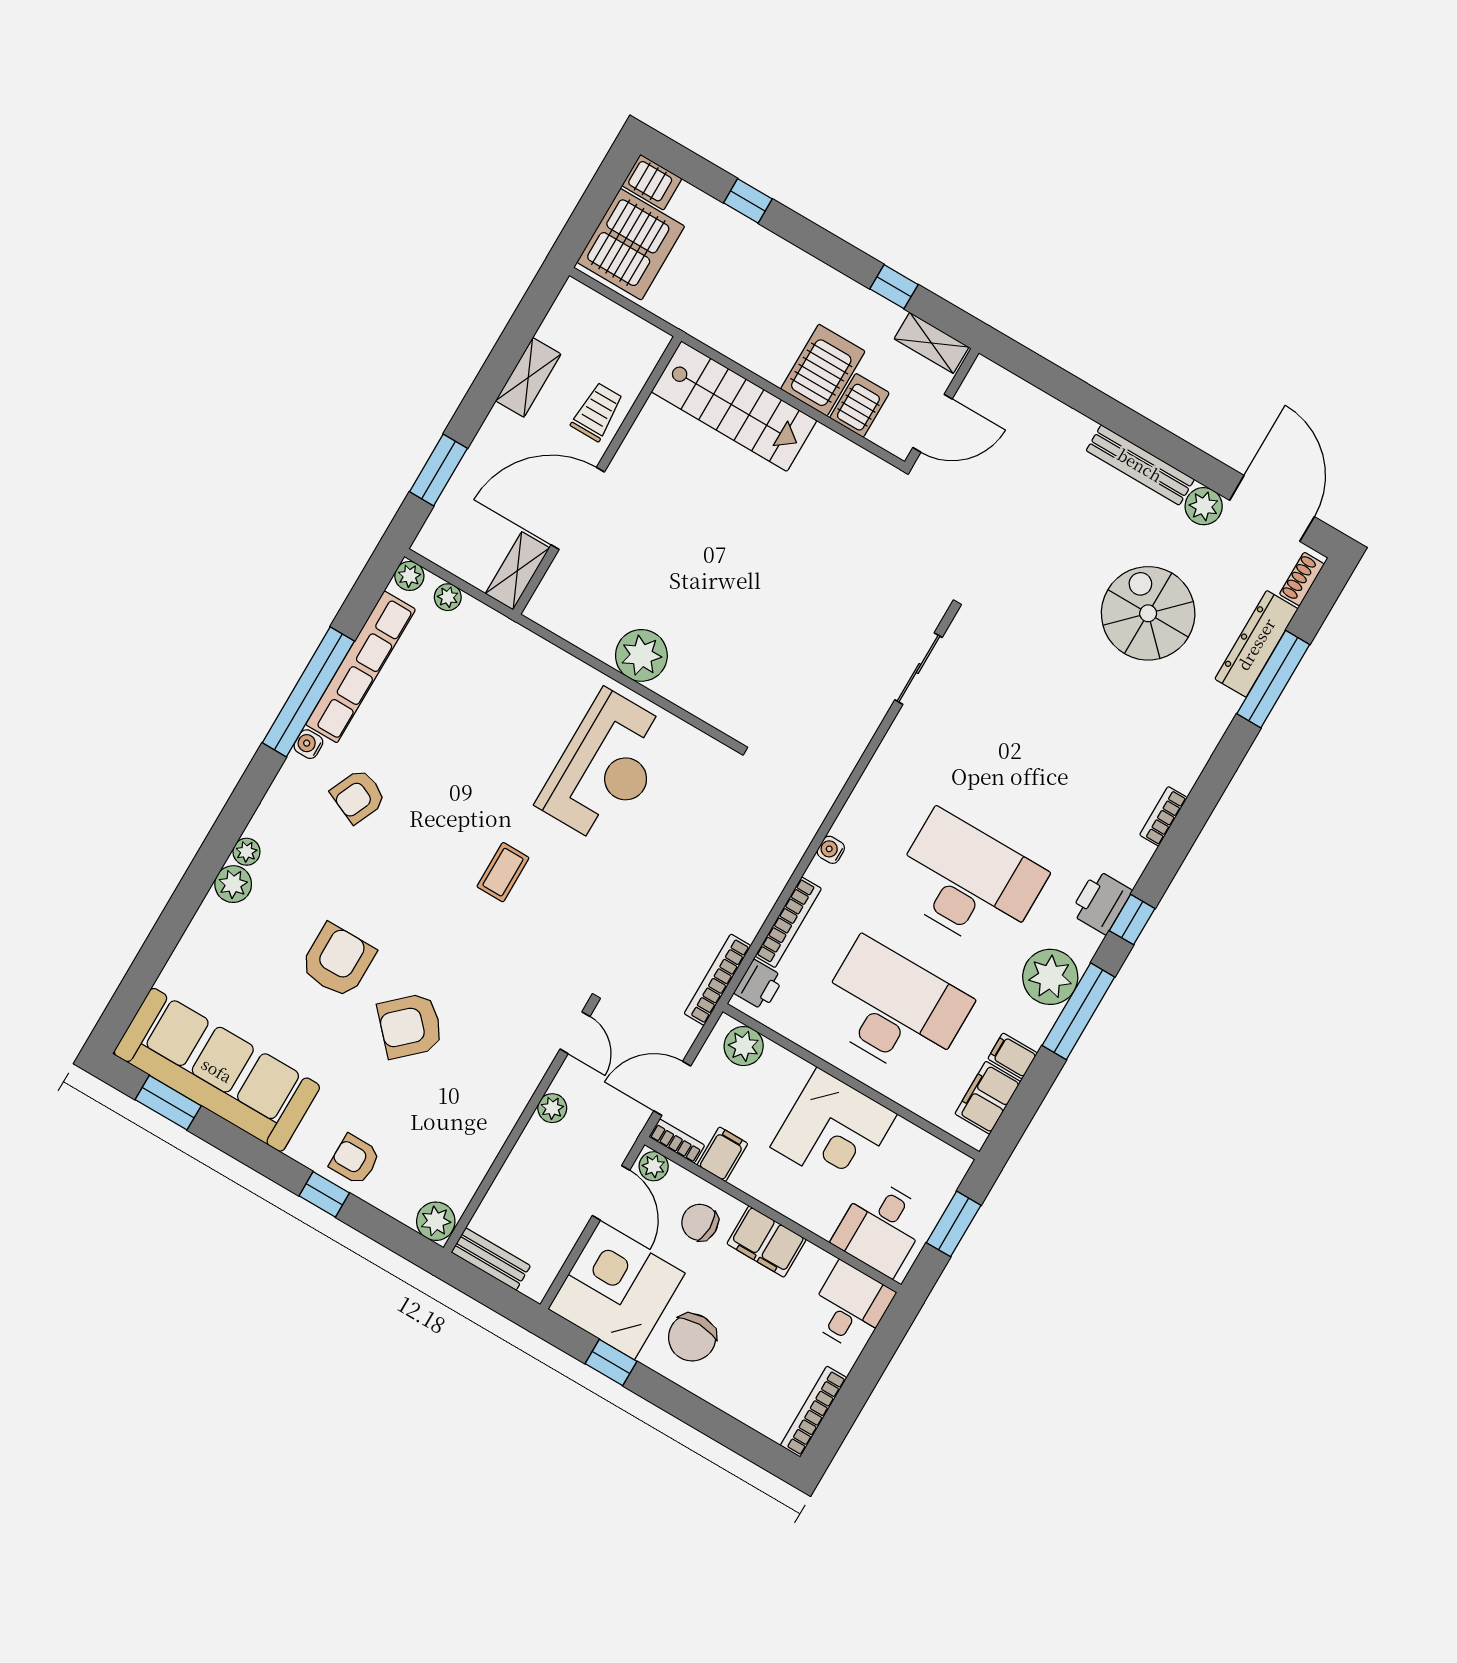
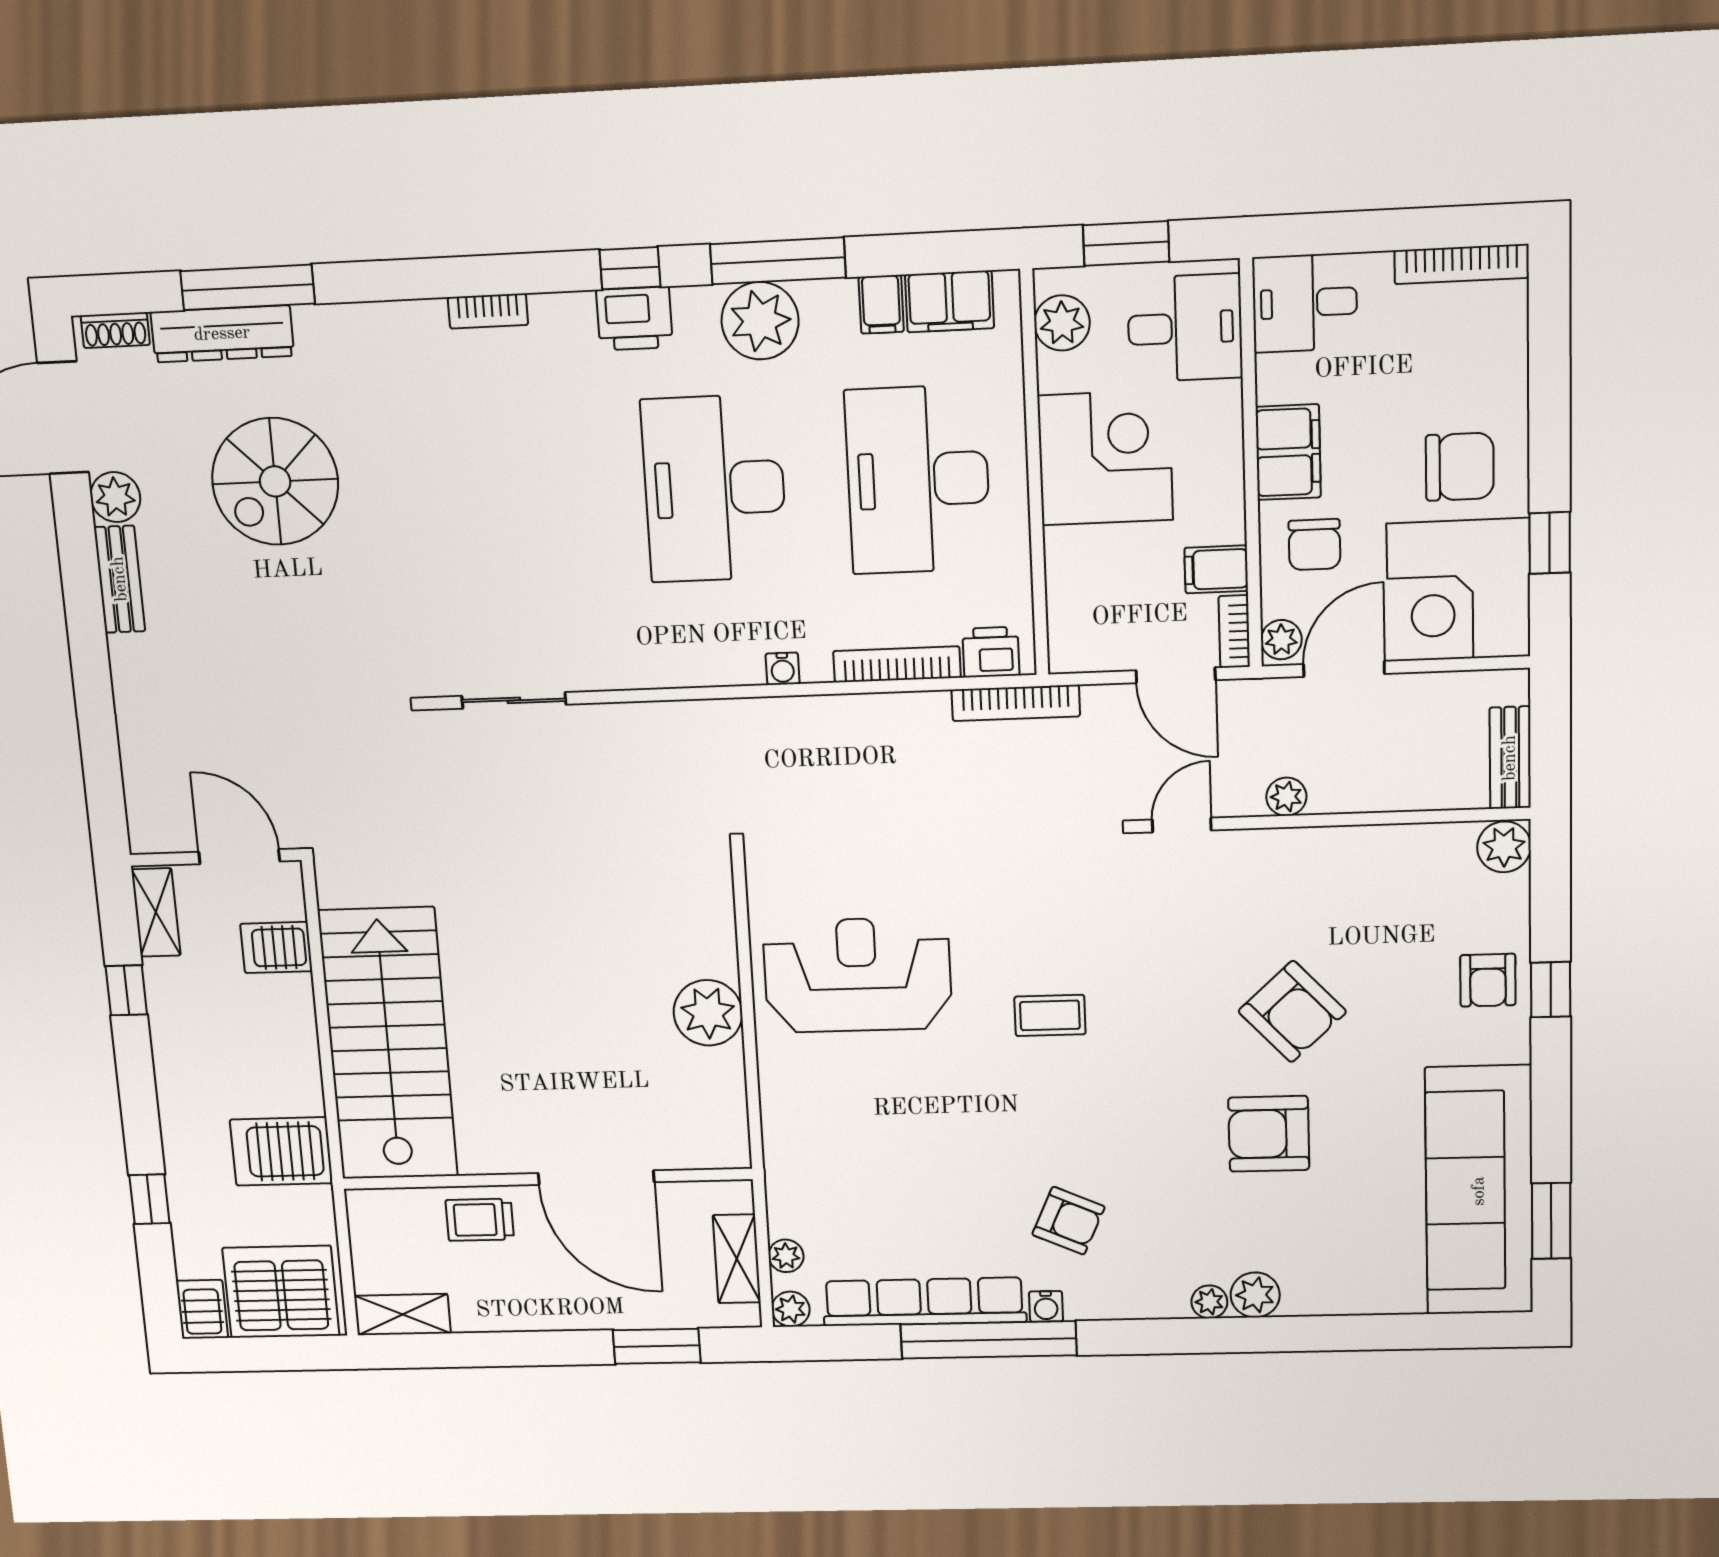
server rack: (823, 370) -> (281, 1151), moved
shelving: (528, 377) -> (402, 1315), moved
stairs: (734, 406) -> (388, 1044), width x1.36, depth x1.51
bench: (1140, 465) -> (120, 579), width x0.73
shelving: (517, 571) -> (737, 1259), moved, turned 90
plant: (744, 1046) -> (1062, 323), moved

